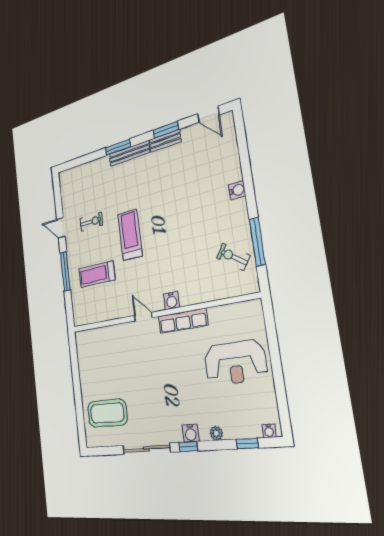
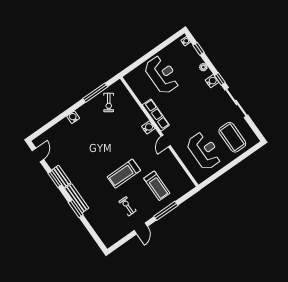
reception desk: (108, 364) -> (204, 151), added

